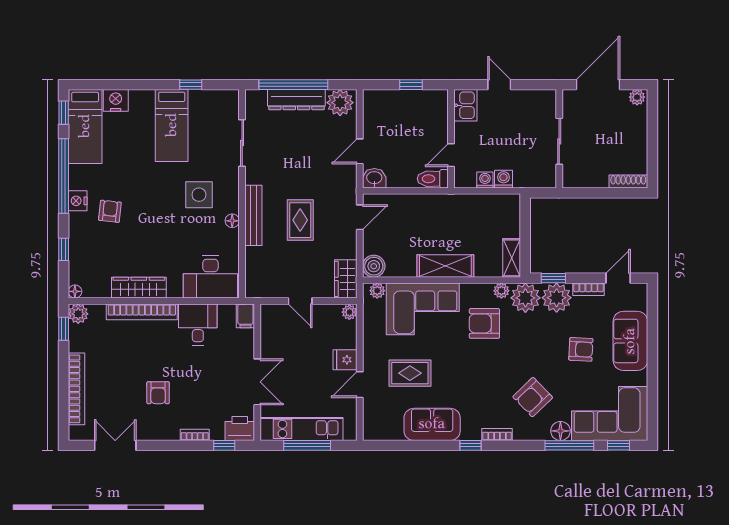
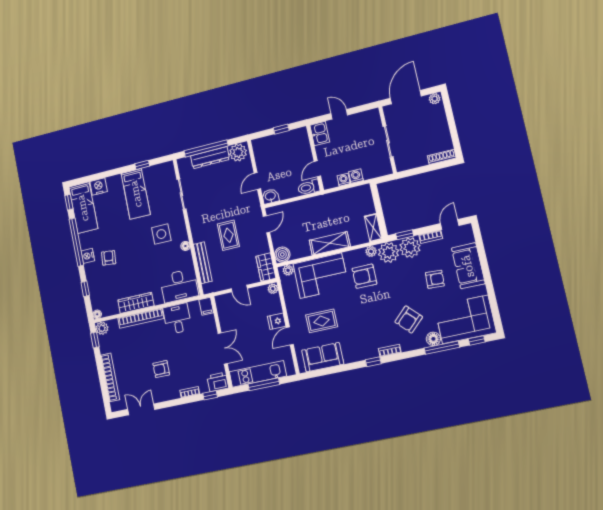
bench: (253, 215) -> (203, 263), moved
armchair: (158, 393) -> (161, 369), turned 90
sofa: (432, 424) -> (323, 357), moved

